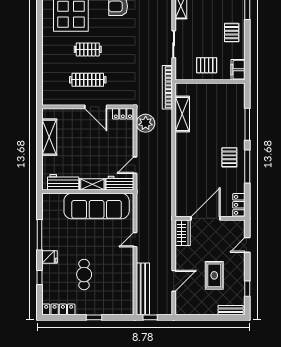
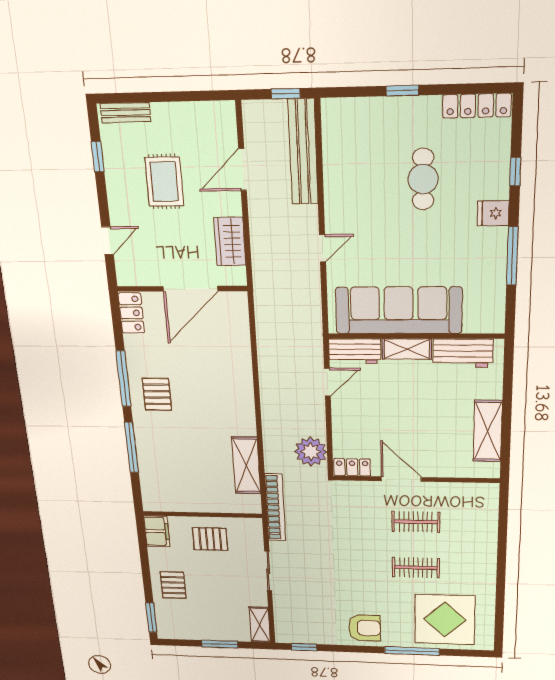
clothes rail: (88, 80) -> (416, 522), width x0.73
wardrobe: (183, 233) -> (230, 242), moved

